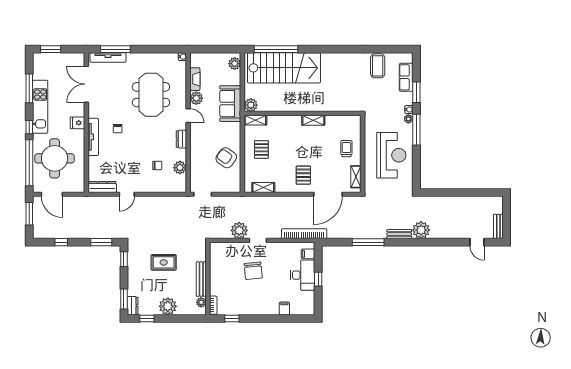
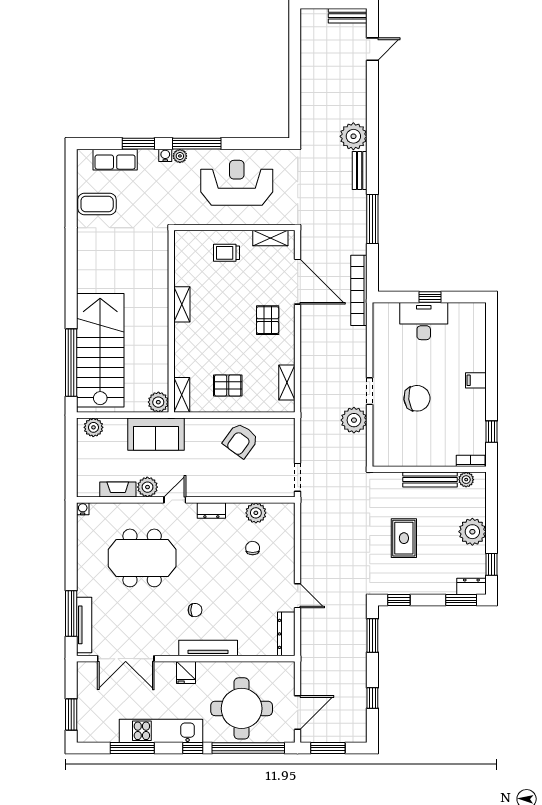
pallet: (303, 175) -> (268, 320), turned 90
bookcase: (304, 234) -> (359, 290), moved
filing cabinet: (308, 254) -> (391, 313), removed
filing cabinet: (284, 308) -> (476, 380), moved

